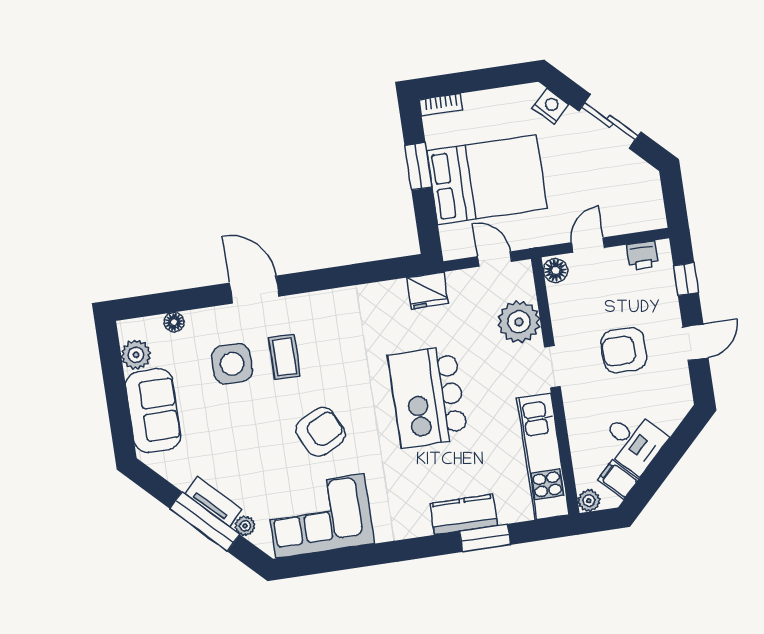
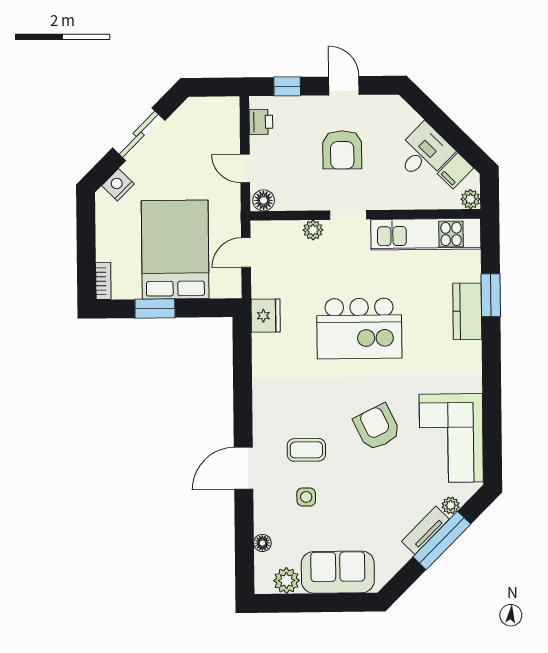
plant: (519, 322) -> (313, 230), width x0.53, depth x0.53
side table: (232, 364) -> (306, 497), width x0.54, depth x0.54

